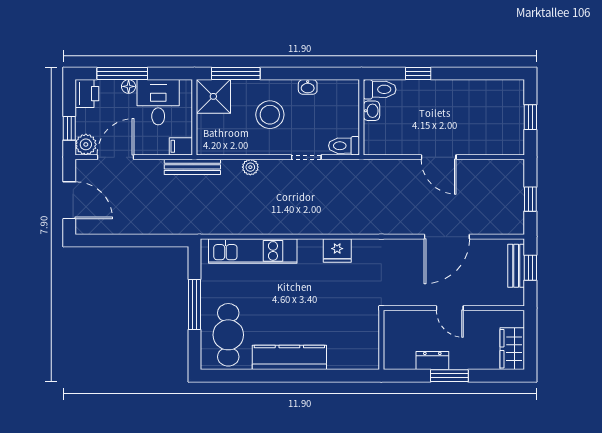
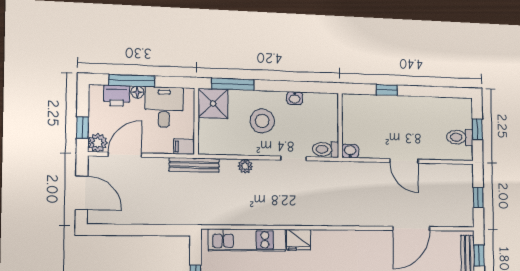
toilet: (380, 89) -> (460, 137), moved, turned 180
printer: (87, 94) -> (117, 96), moved, turned 90
washbasin: (371, 111) -> (350, 151), moved, turned -90
fridge: (337, 250) -> (299, 240), moved

